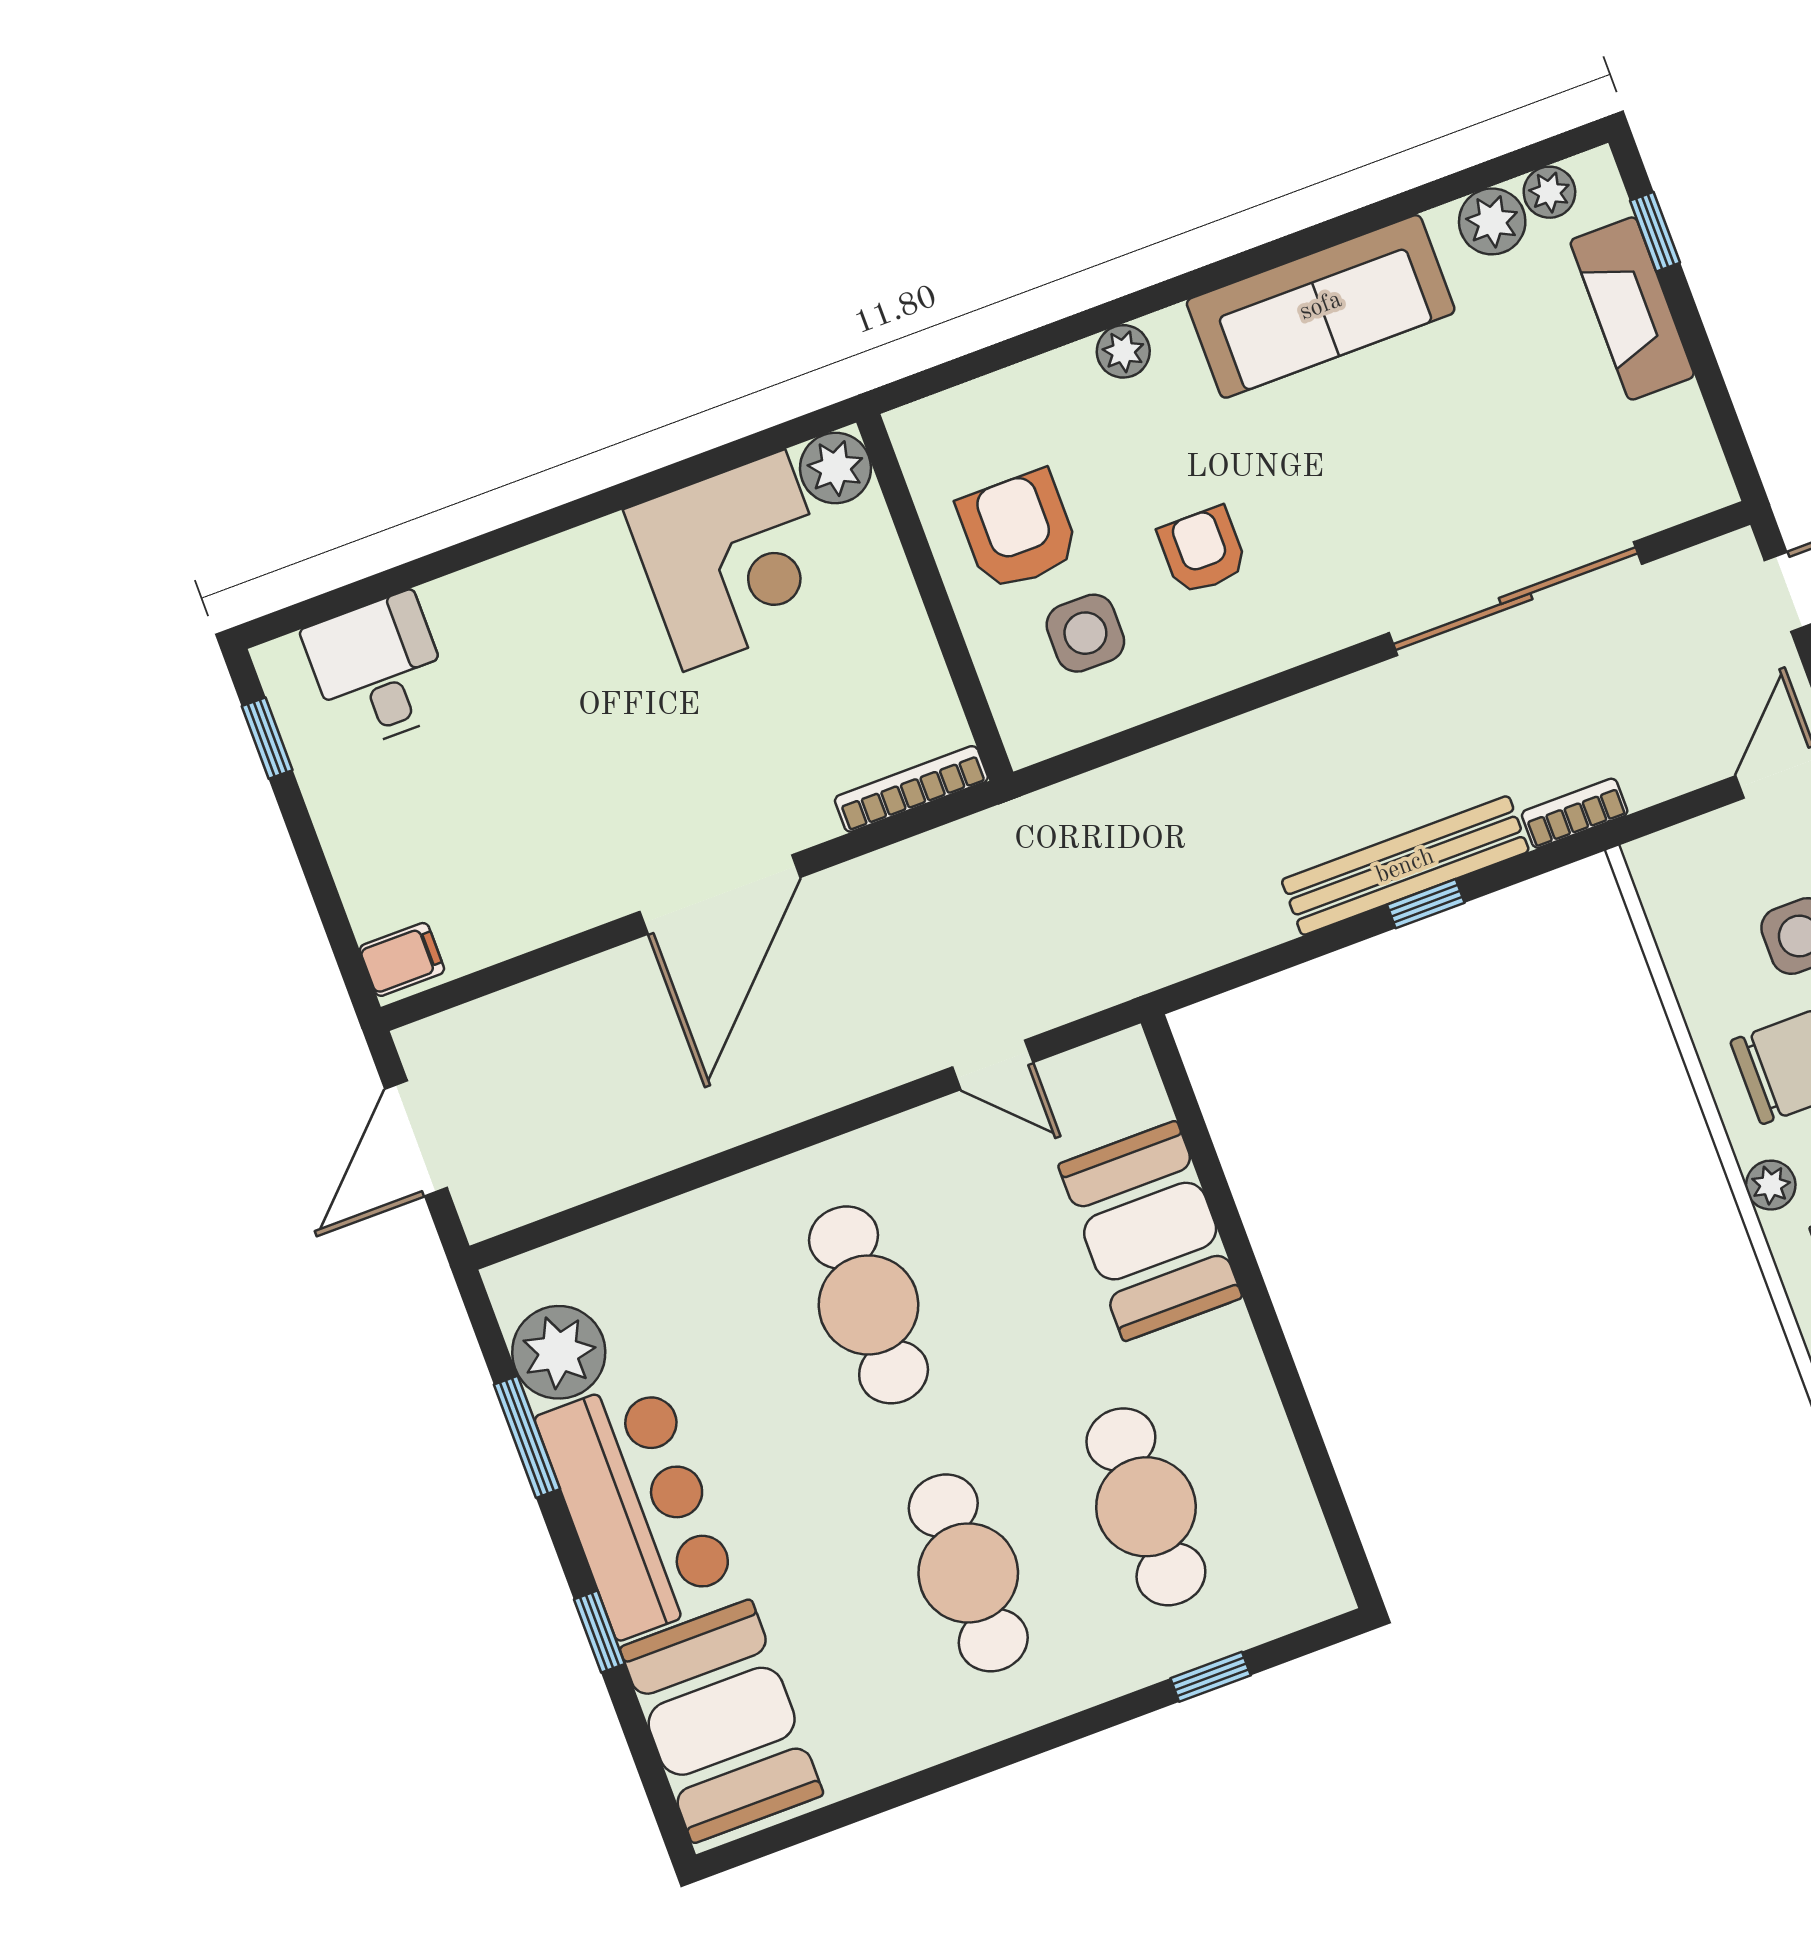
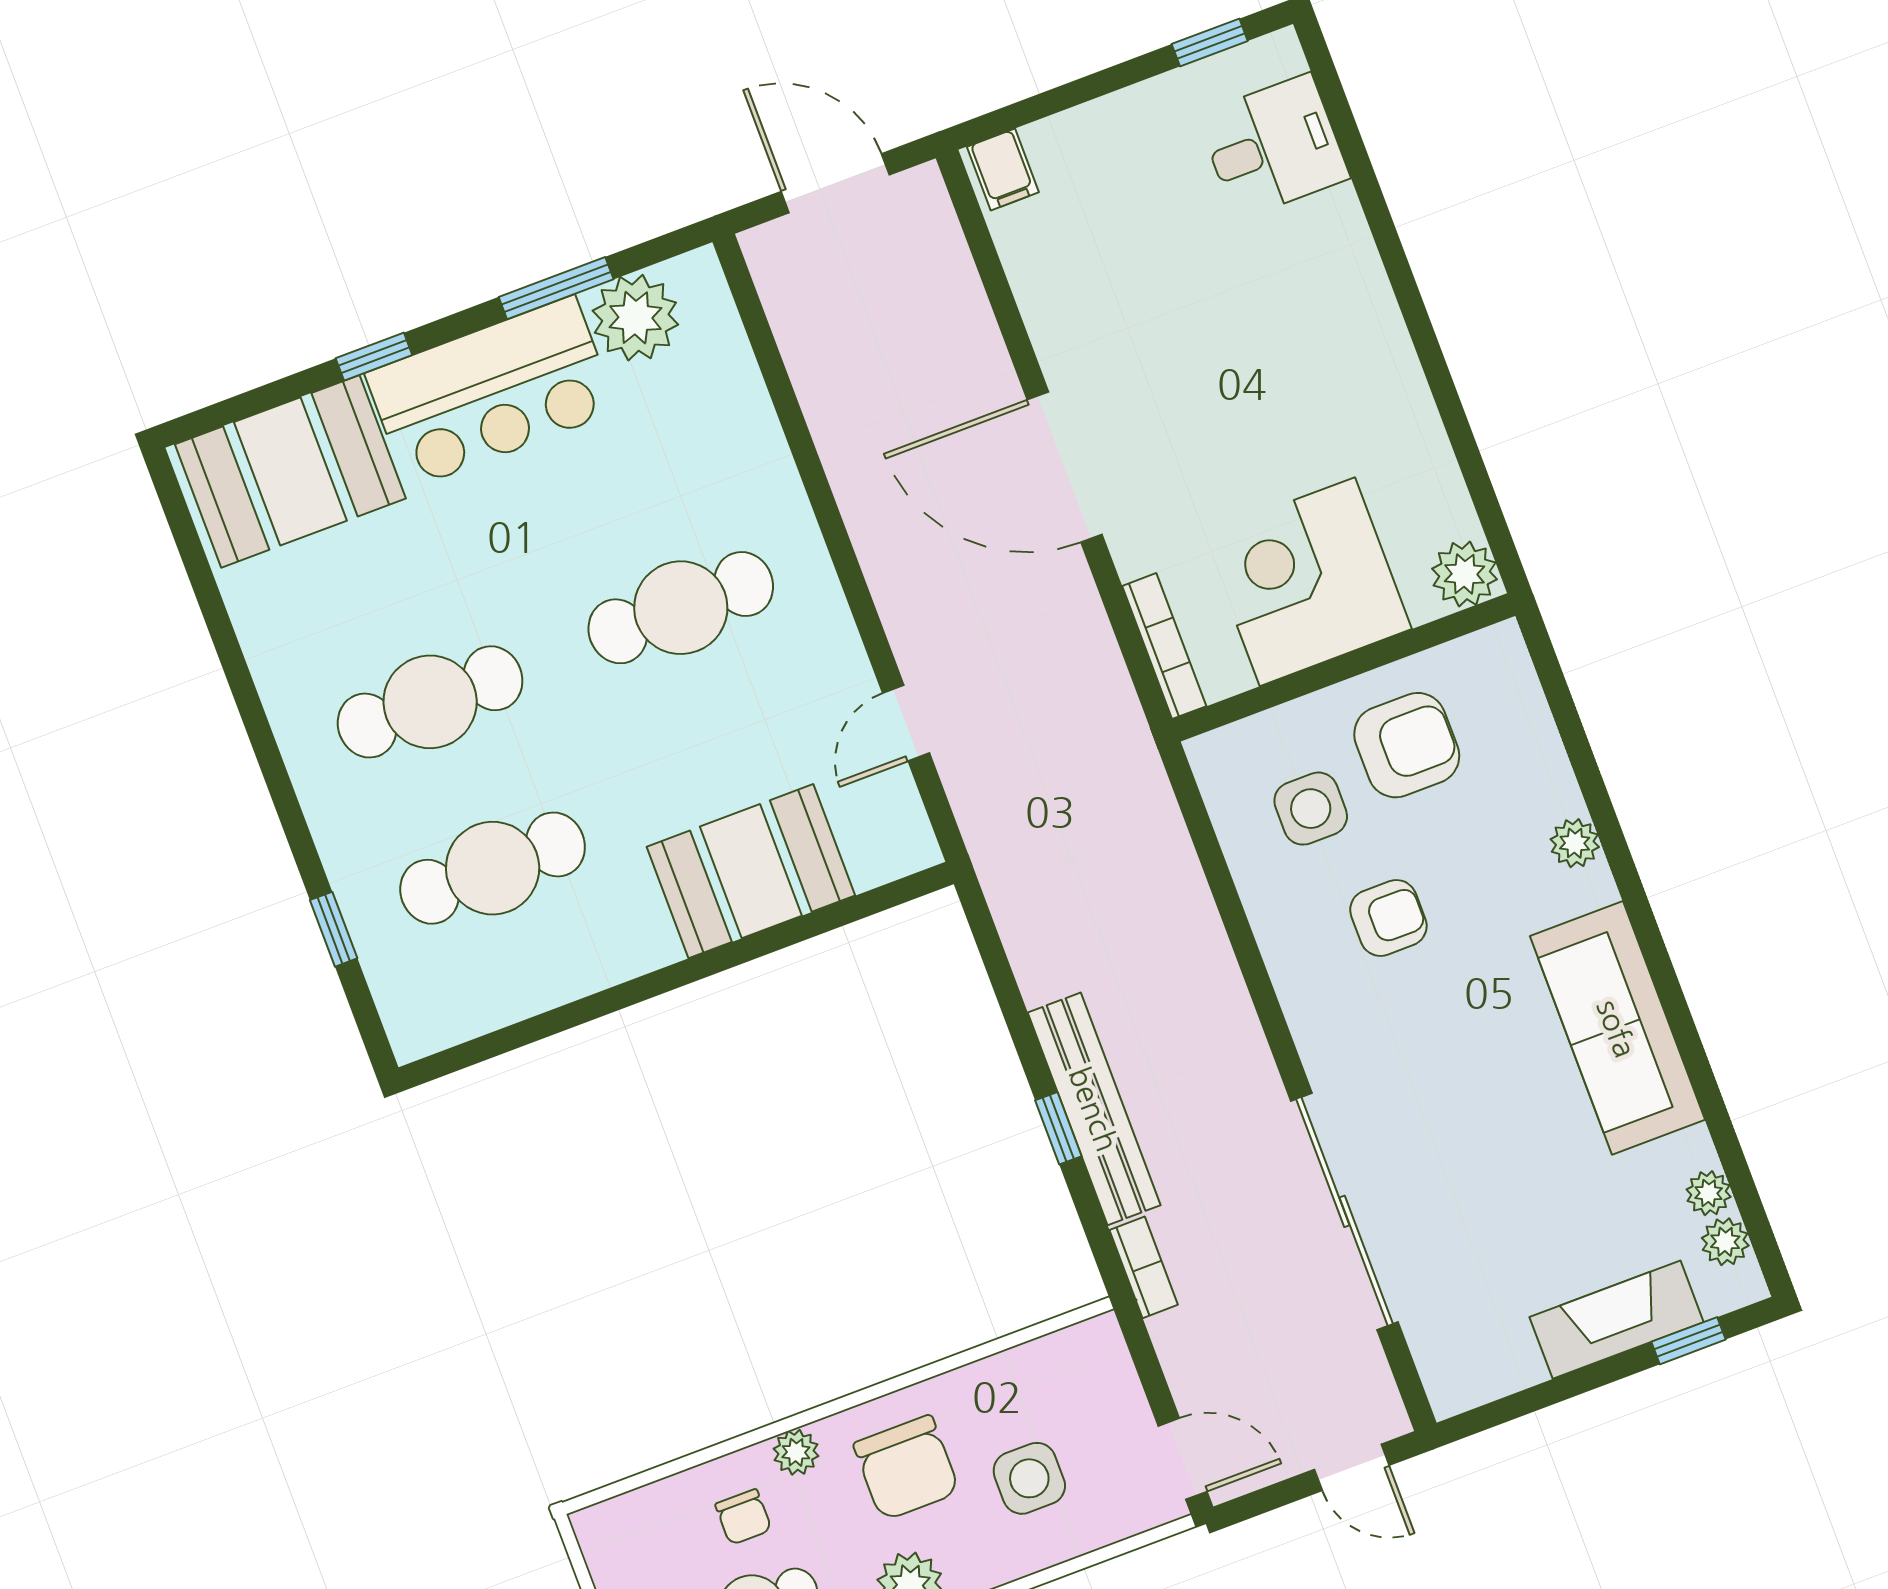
plant: (1492, 221) -> (1709, 1193), width x0.73, depth x0.73
corner desk: (734, 561) -> (1307, 582), moved, turned 90

